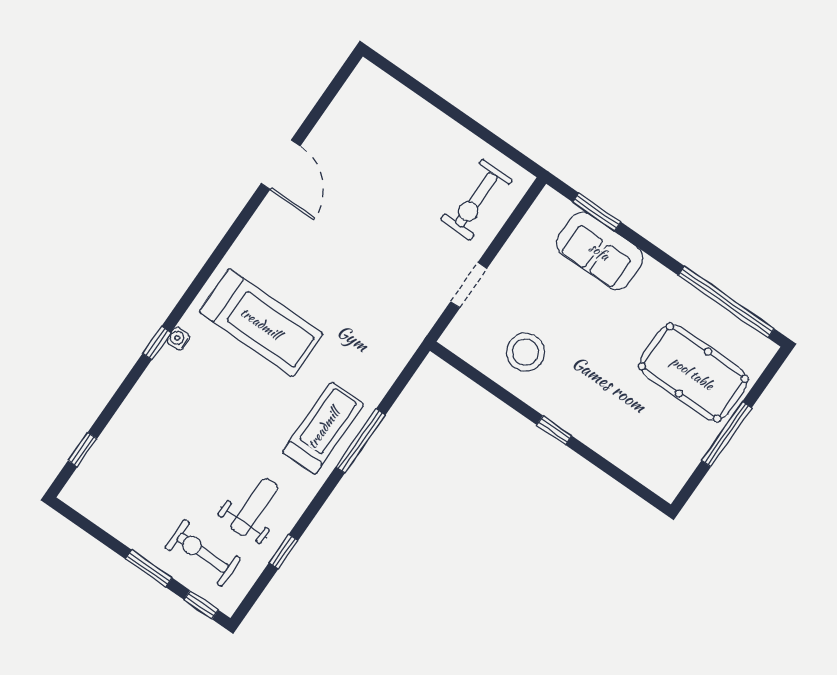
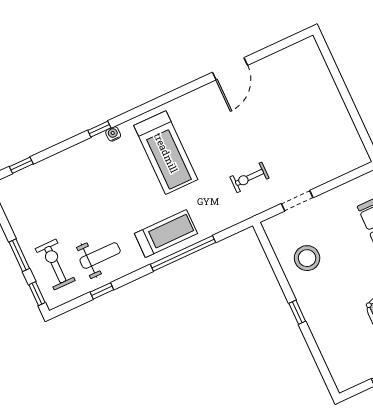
exercise bike: (476, 200) -> (249, 177), moved, width x0.73, depth x0.72
window: (361, 441) -> (183, 253), width x1.46

